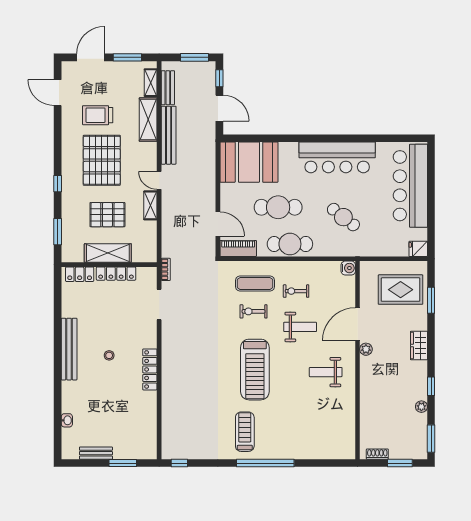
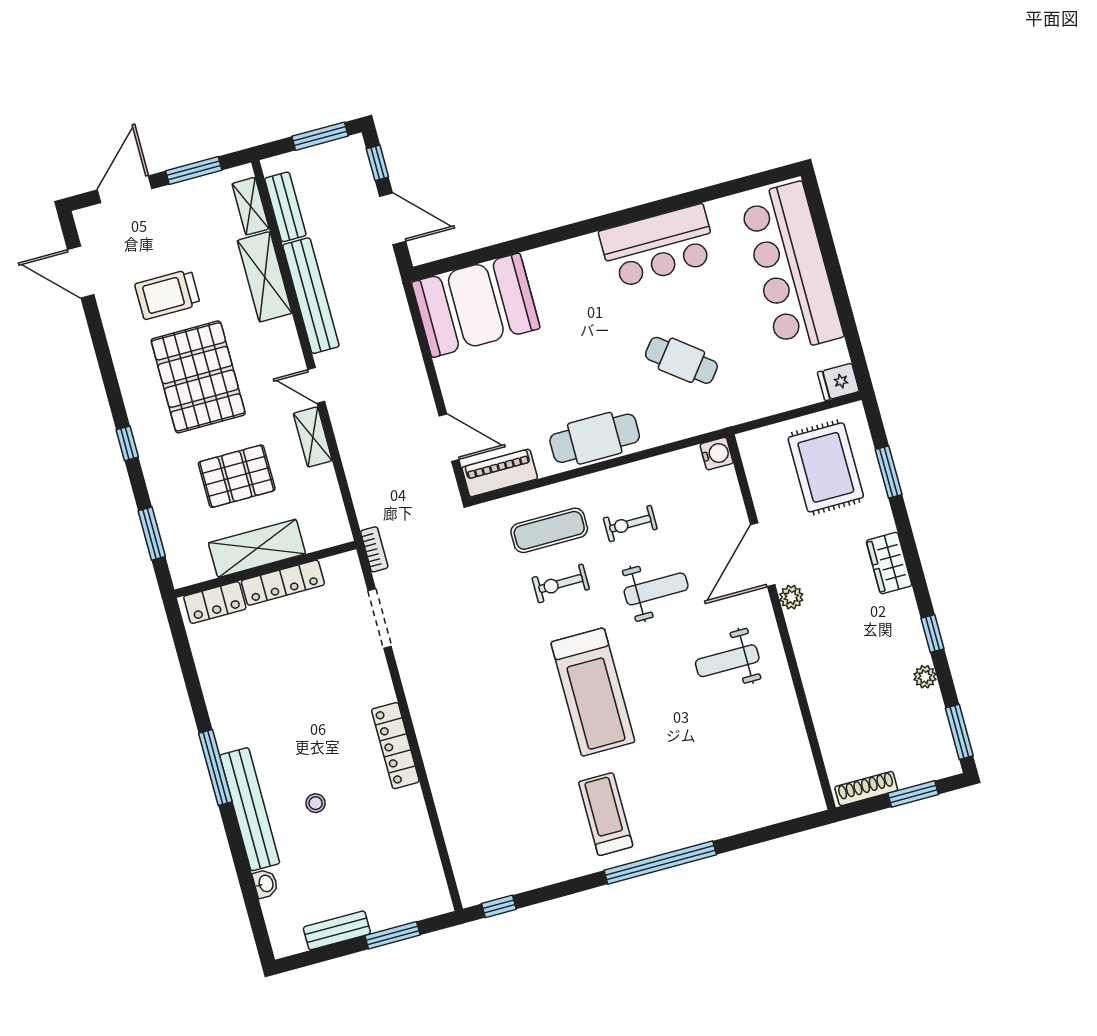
bar counter: (337, 157) -> (658, 246), width x0.73
cafe table: (278, 207) -> (554, 375), removed
rug: (401, 290) -> (826, 467), turned 90
bench: (69, 349) -> (250, 809), moved
stool: (109, 355) -> (316, 803), moved
window: (58, 356) -> (215, 767), added
shoe rack: (377, 454) -> (866, 789), width x1.43

